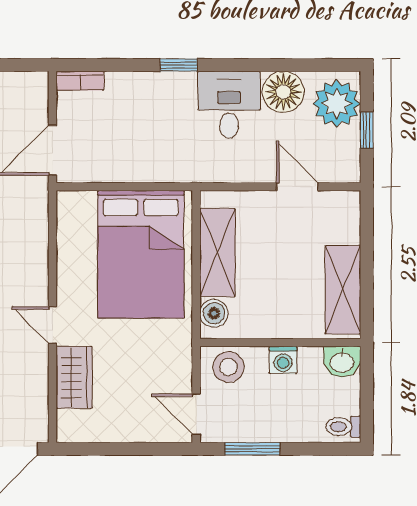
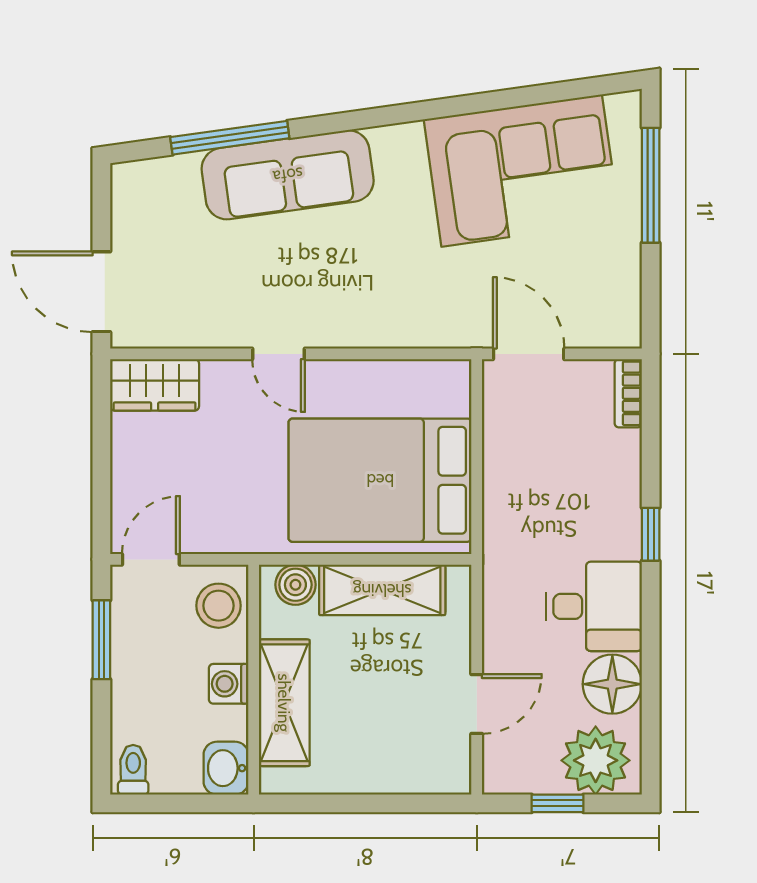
shelving: (343, 290) -> (284, 703), moved, turned 90
door: (53, 325) -> (279, 354), swing flipped
wardrobe: (74, 377) -> (155, 385), moved

